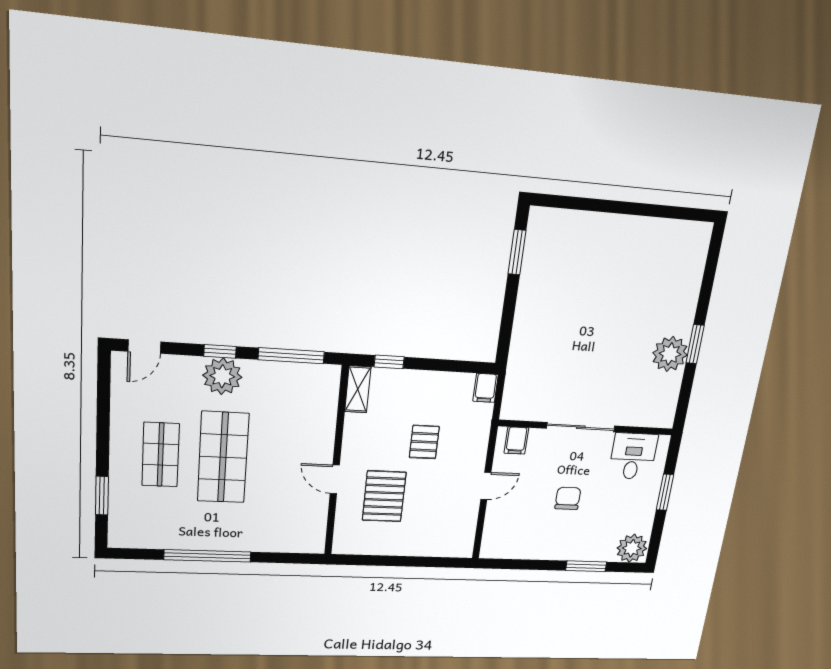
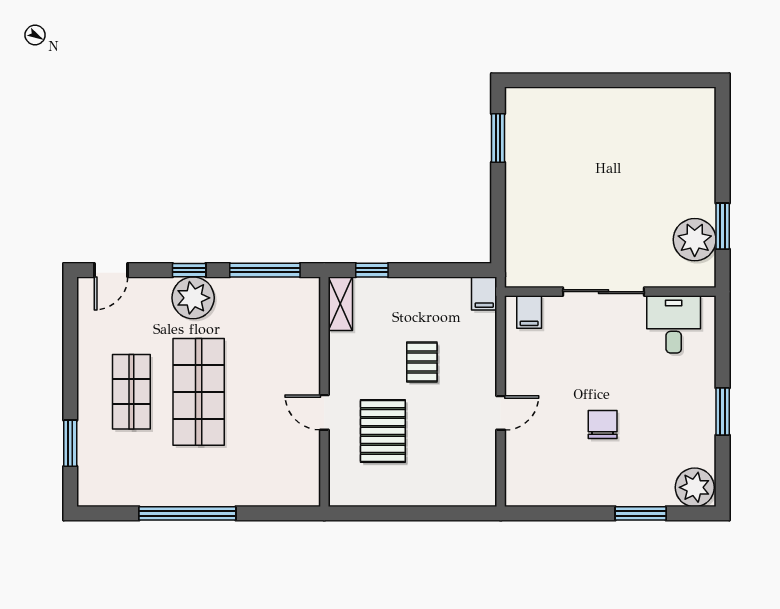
sliding door: (581, 427) -> (604, 292), moved
wall: (586, 427) -> (610, 292), moved
filing cabinet: (516, 441) -> (529, 312), moved
desk: (633, 456) -> (674, 324), moved

